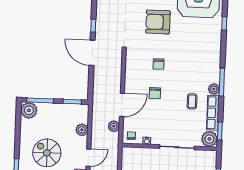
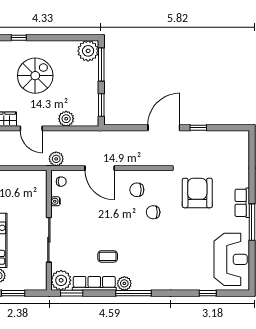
armchair: (158, 22) -> (197, 193), moved
chair: (155, 93) -> (137, 190), moved
plant: (114, 126) -> (56, 159), moved

